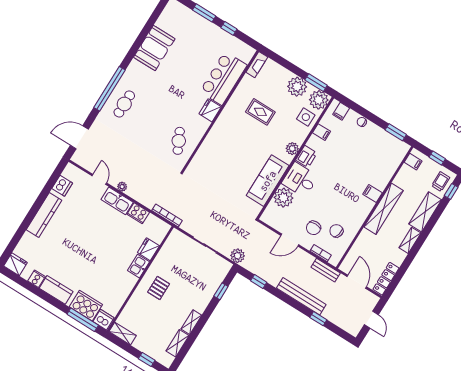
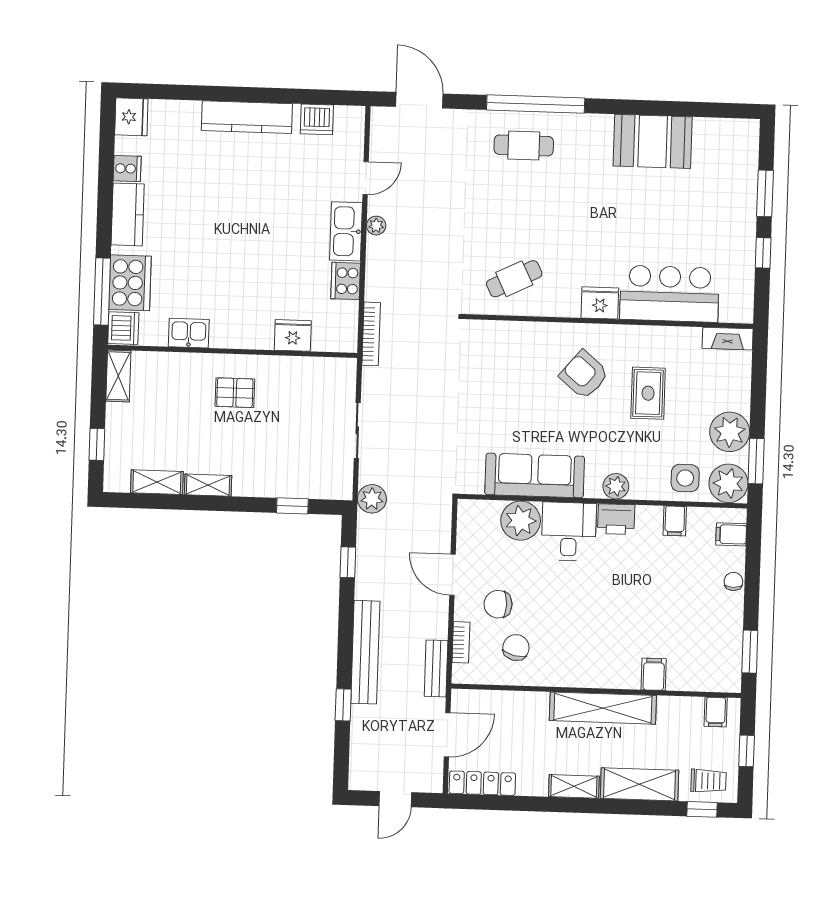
armchair: (237, 135) -> (584, 375), added
filing cabinet: (372, 194) -> (654, 674), moved
kitchen sink: (138, 266) -> (189, 333), moved

